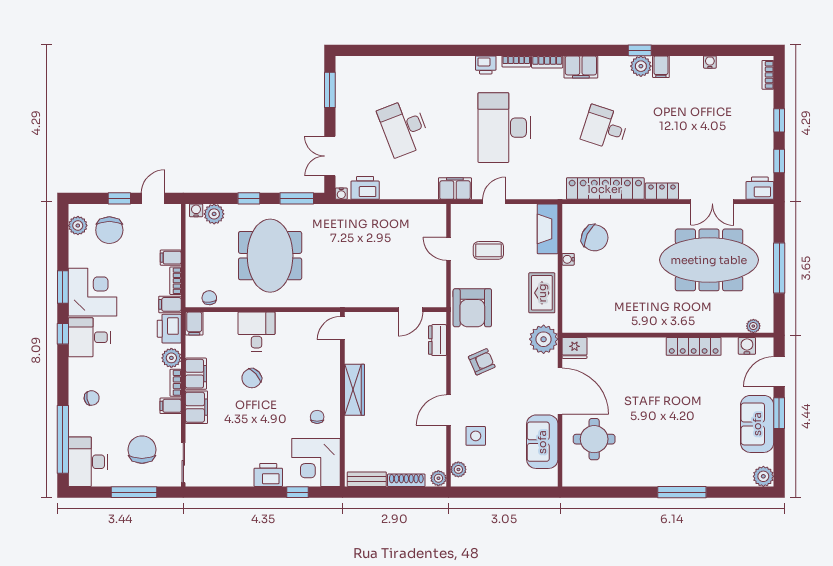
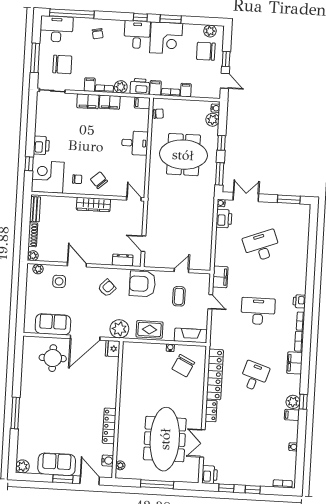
desk: (504, 128) -> (258, 311), width x0.73, depth x0.77
armchair: (482, 362) -> (107, 288), turned -112
chair: (252, 378) -> (99, 180), moved

